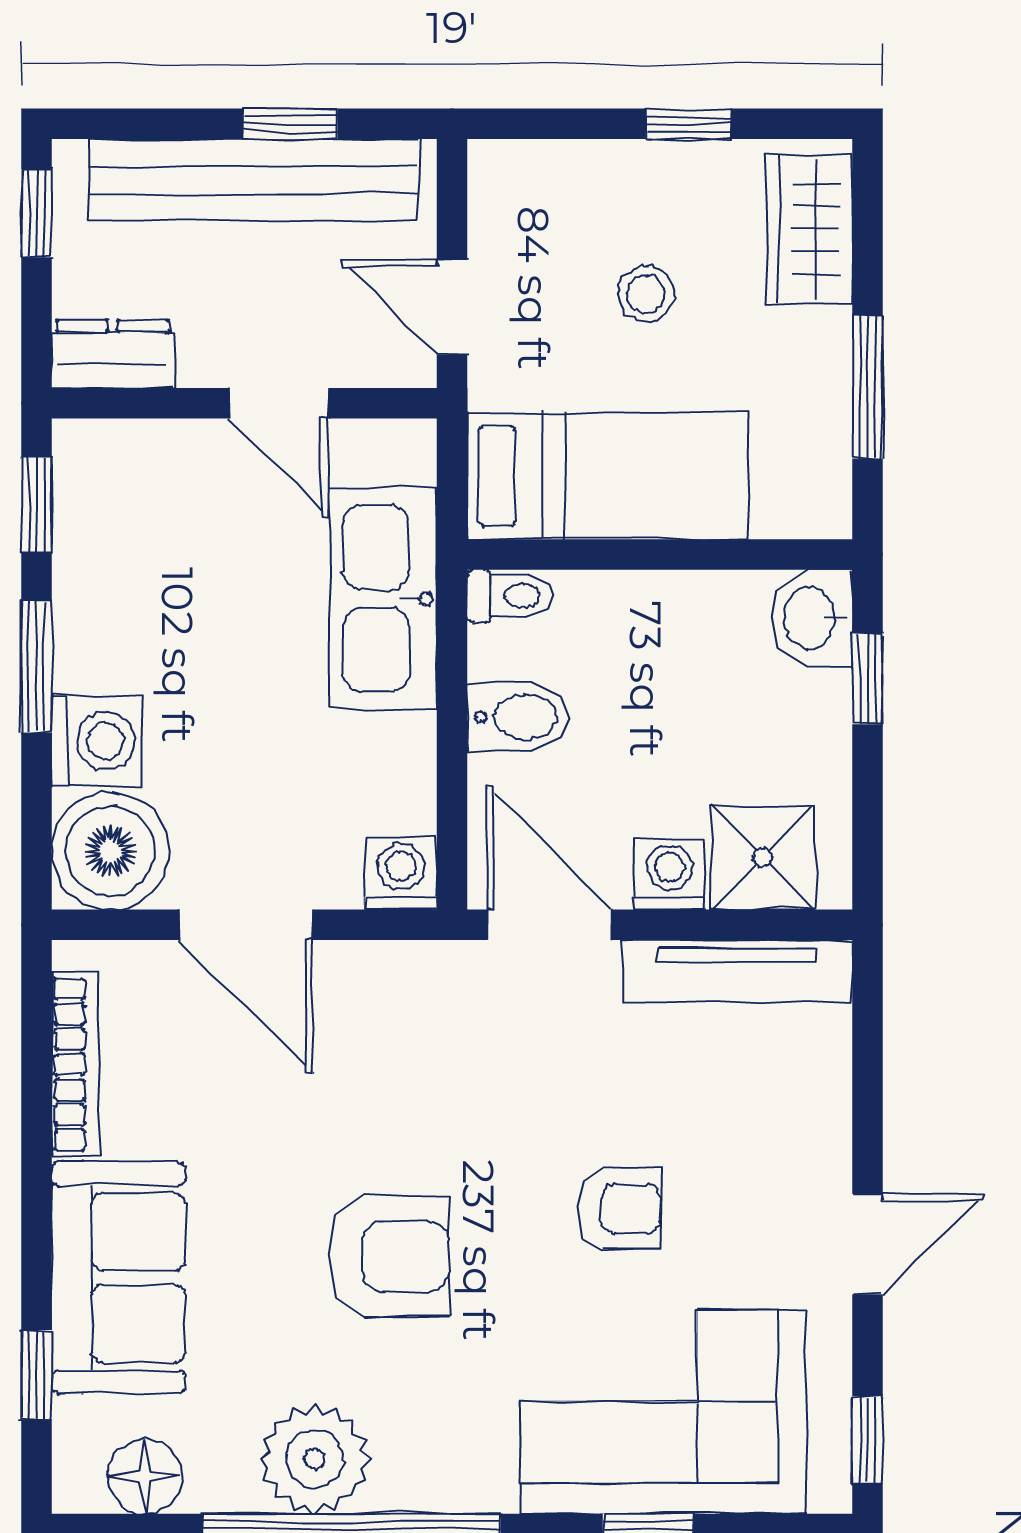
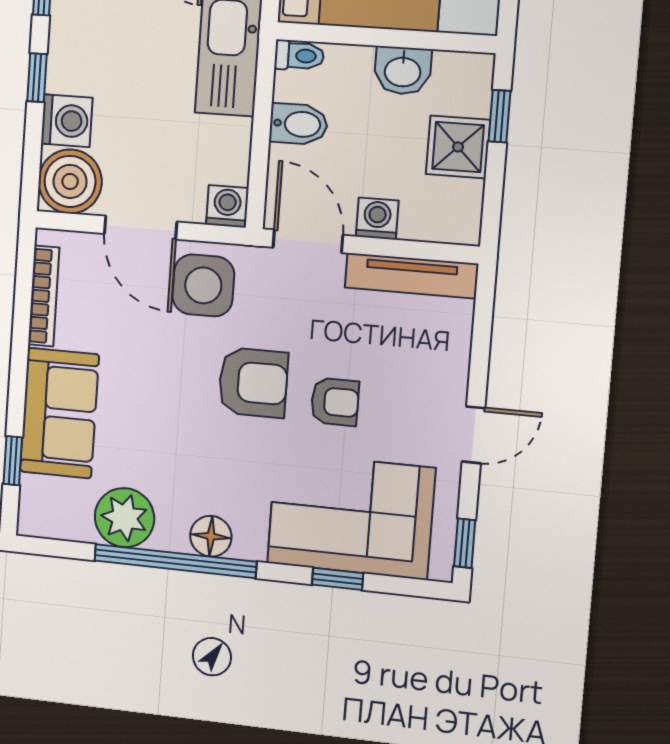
washbasin: (812, 618) -> (403, 71), moved, turned -90
window: (37, 667) -> (37, 78), width x0.67
shower: (763, 858) -> (458, 147), moved
side table: (368, 1020) -> (203, 285), added
armchair: (389, 1256) -> (253, 383), moved
plant: (315, 1459) -> (124, 518), moved
floor lamp: (145, 1476) -> (211, 536), moved

